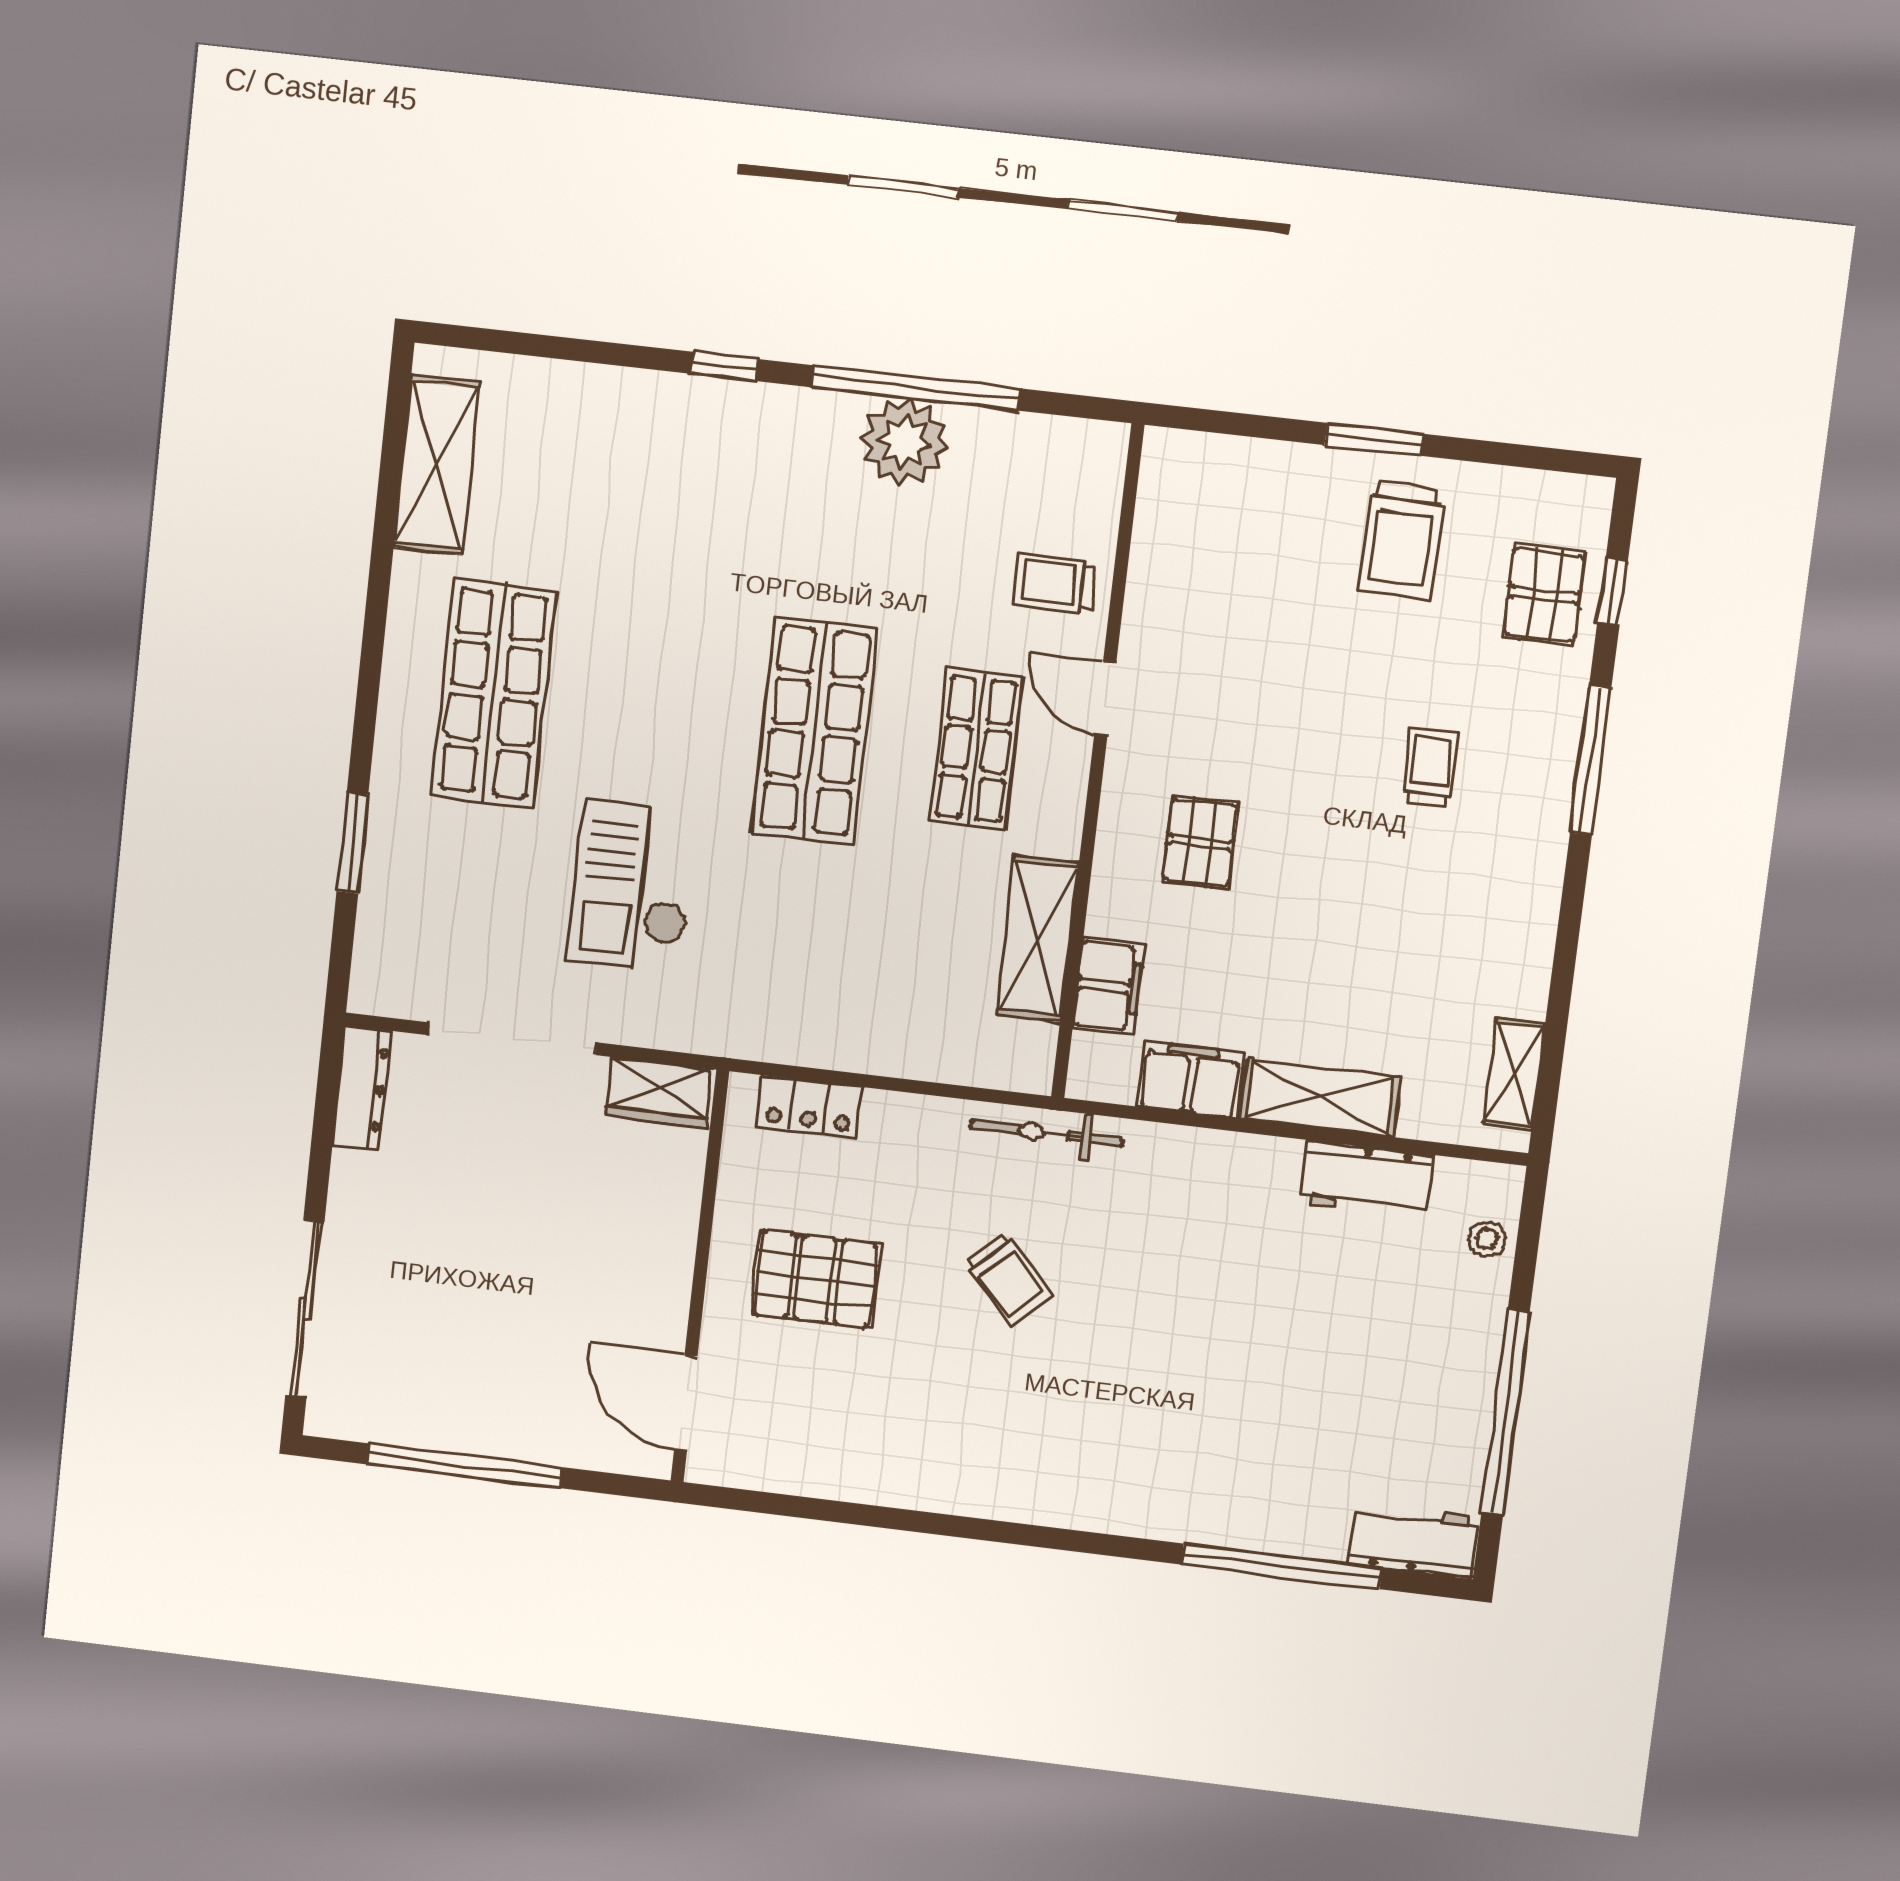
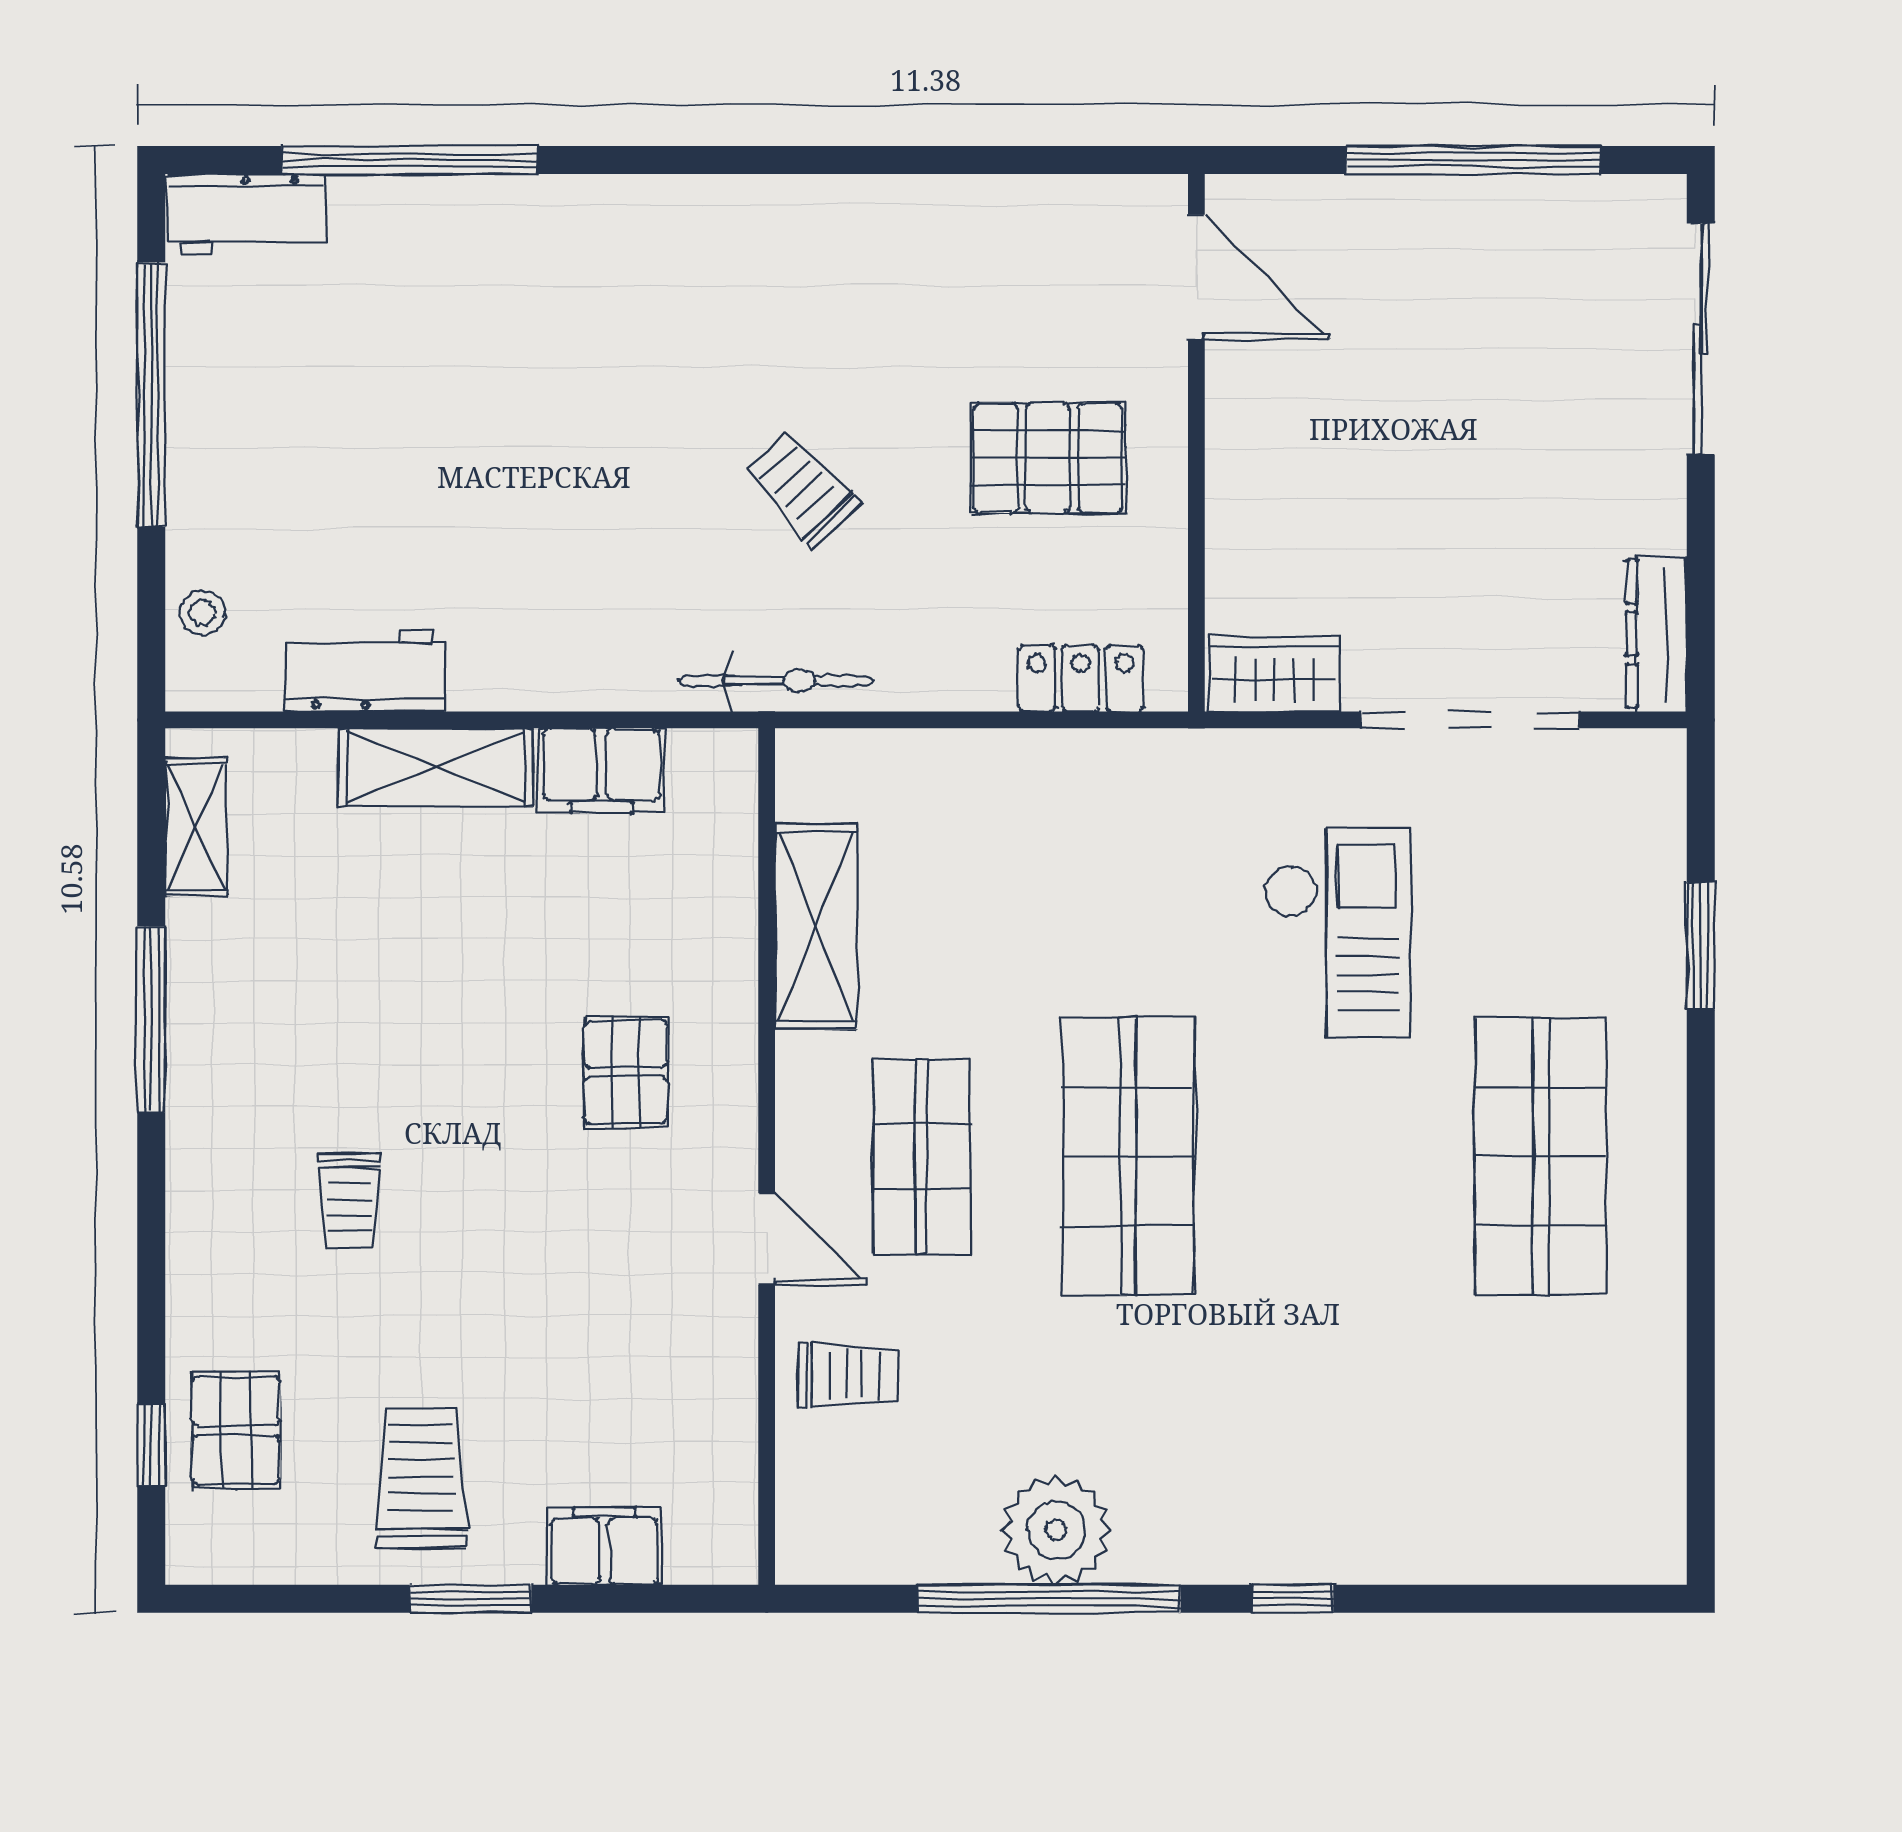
shelving: (437, 465) -> (1643, 1435), removed
window: (1591, 761) -> (151, 1019), moved
filing cabinet: (1108, 986) -> (604, 1546), moved, turned 90

